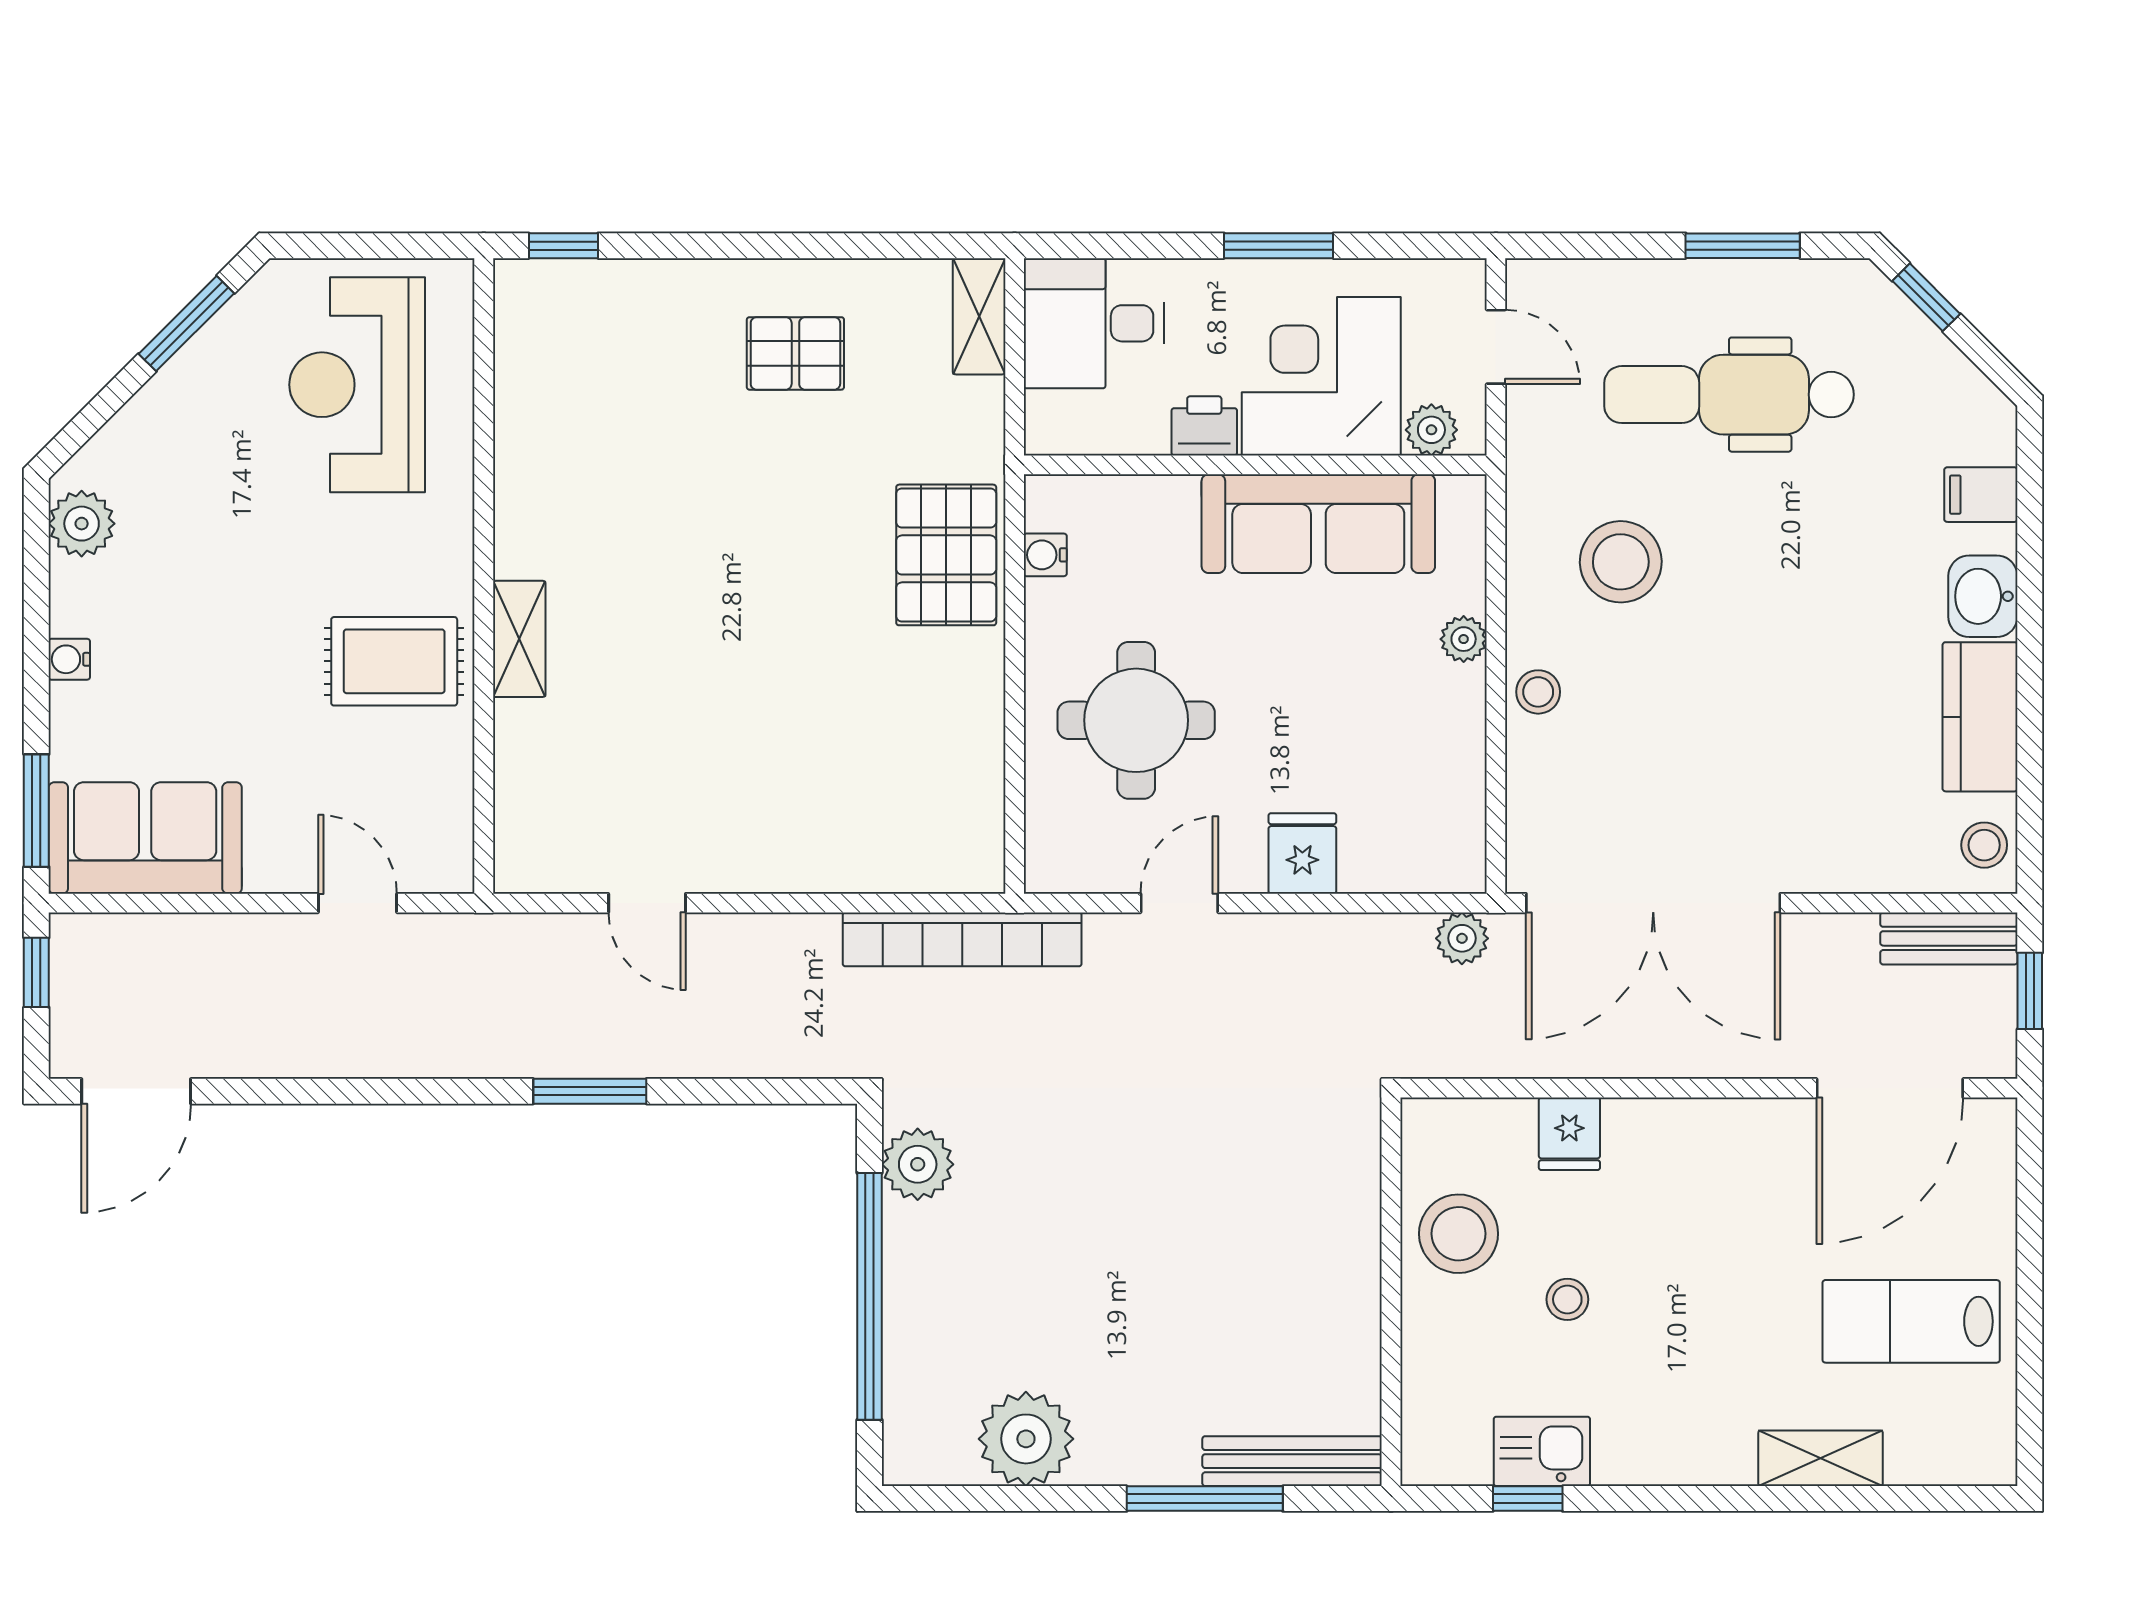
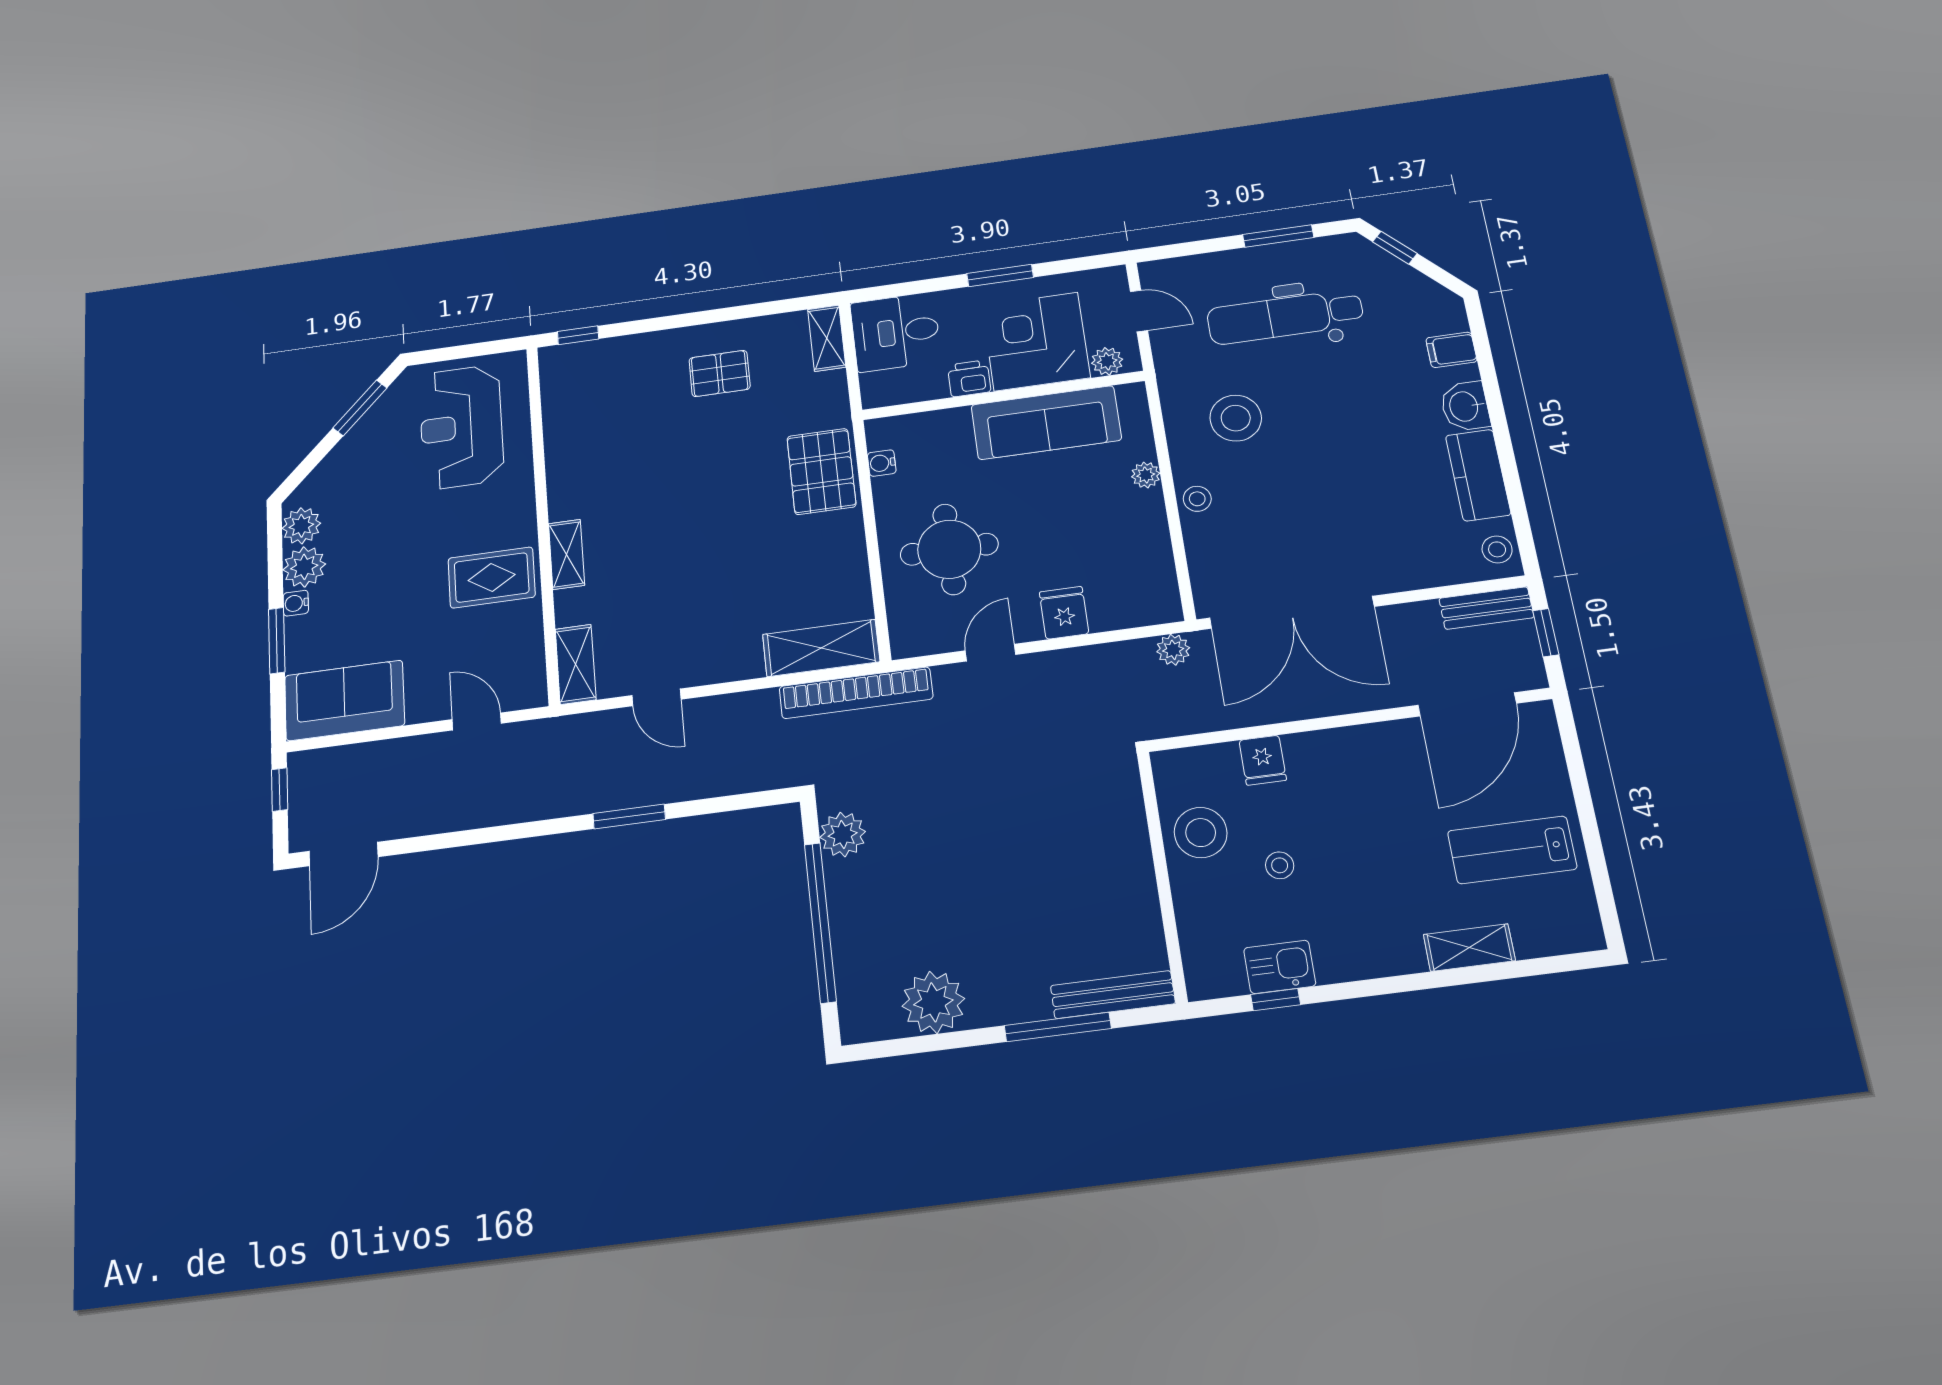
plant: (85, 598) -> (304, 567), added
window: (36, 811) -> (277, 641), moved
shelving: (522, 830) -> (576, 664), added
shelving: (915, 858) -> (821, 648), added

